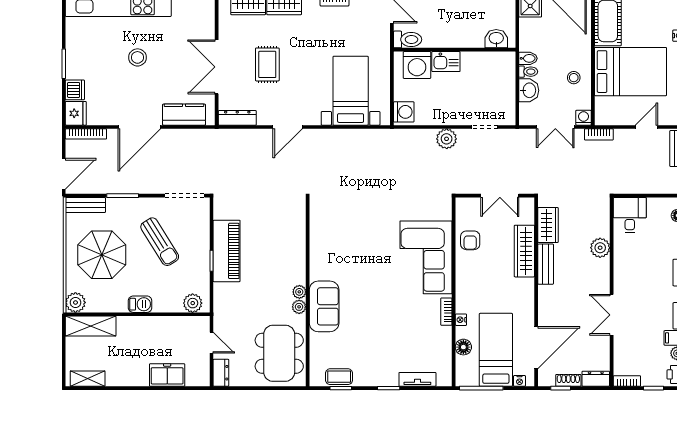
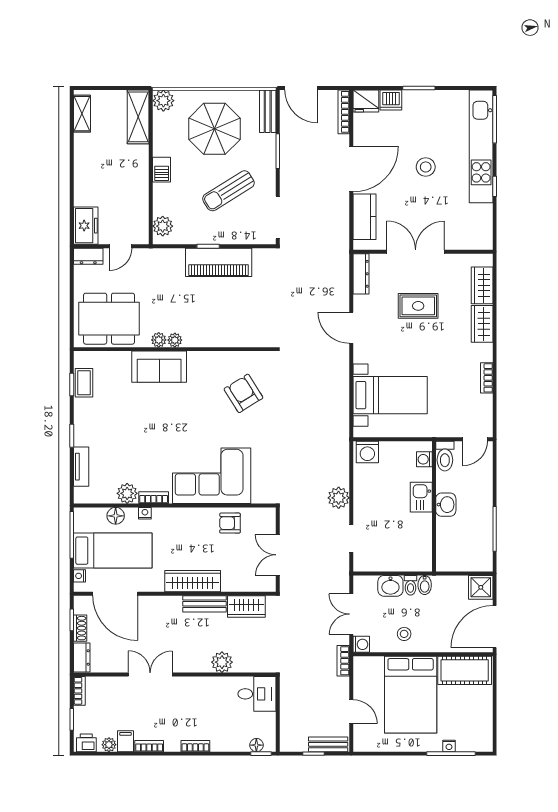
washbasin: (496, 39) -> (446, 505), moved
washing machine: (417, 65) -> (424, 459), width x0.53, depth x0.53
door: (139, 127) -> (351, 169), swing flipped
armchair: (349, 228) -> (243, 393), added
wardrobe: (524, 251) -> (193, 581), moved
plant: (442, 336) -> (127, 493), added
freezer: (167, 375) -> (86, 226), moved

